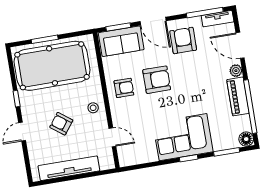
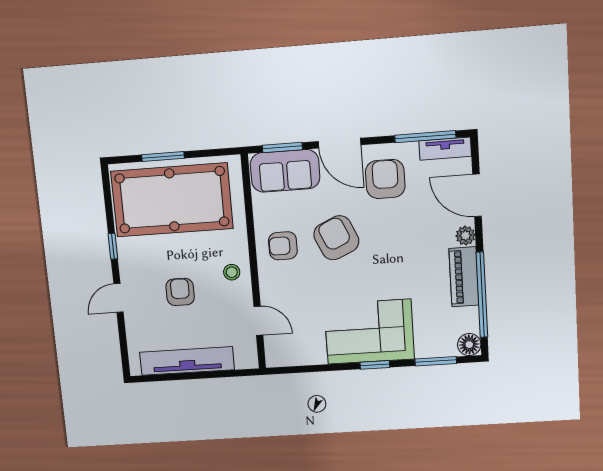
armchair: (157, 80) -> (336, 238), turned -114
armchair: (124, 88) -> (283, 246), turned 180
armchair: (61, 124) -> (180, 292), turned 53

